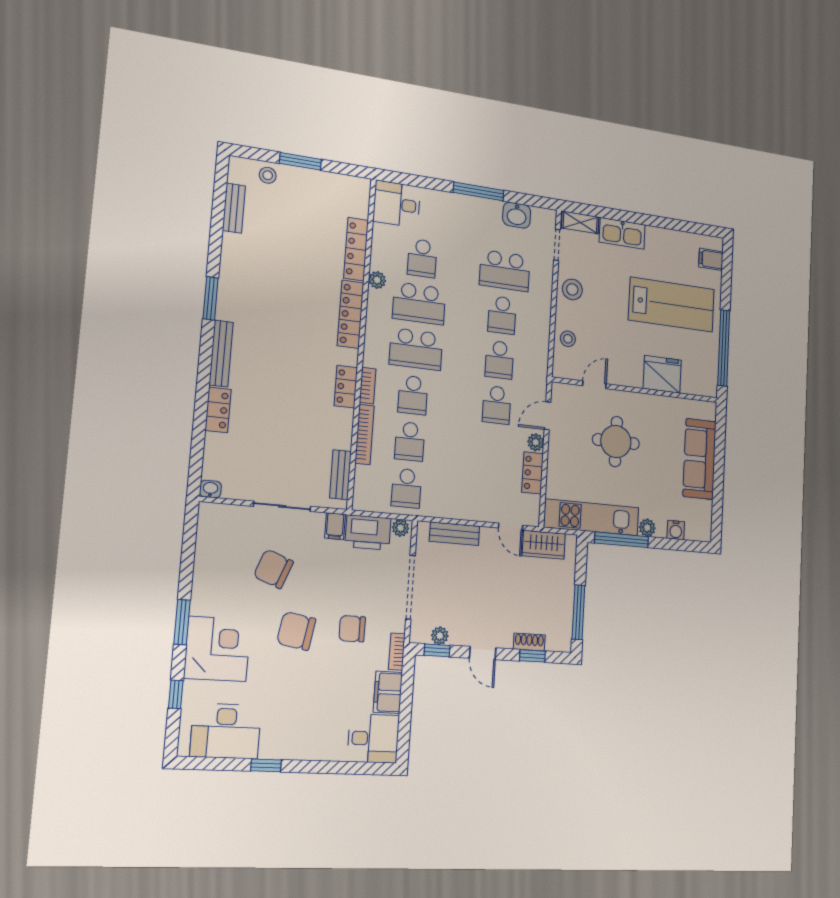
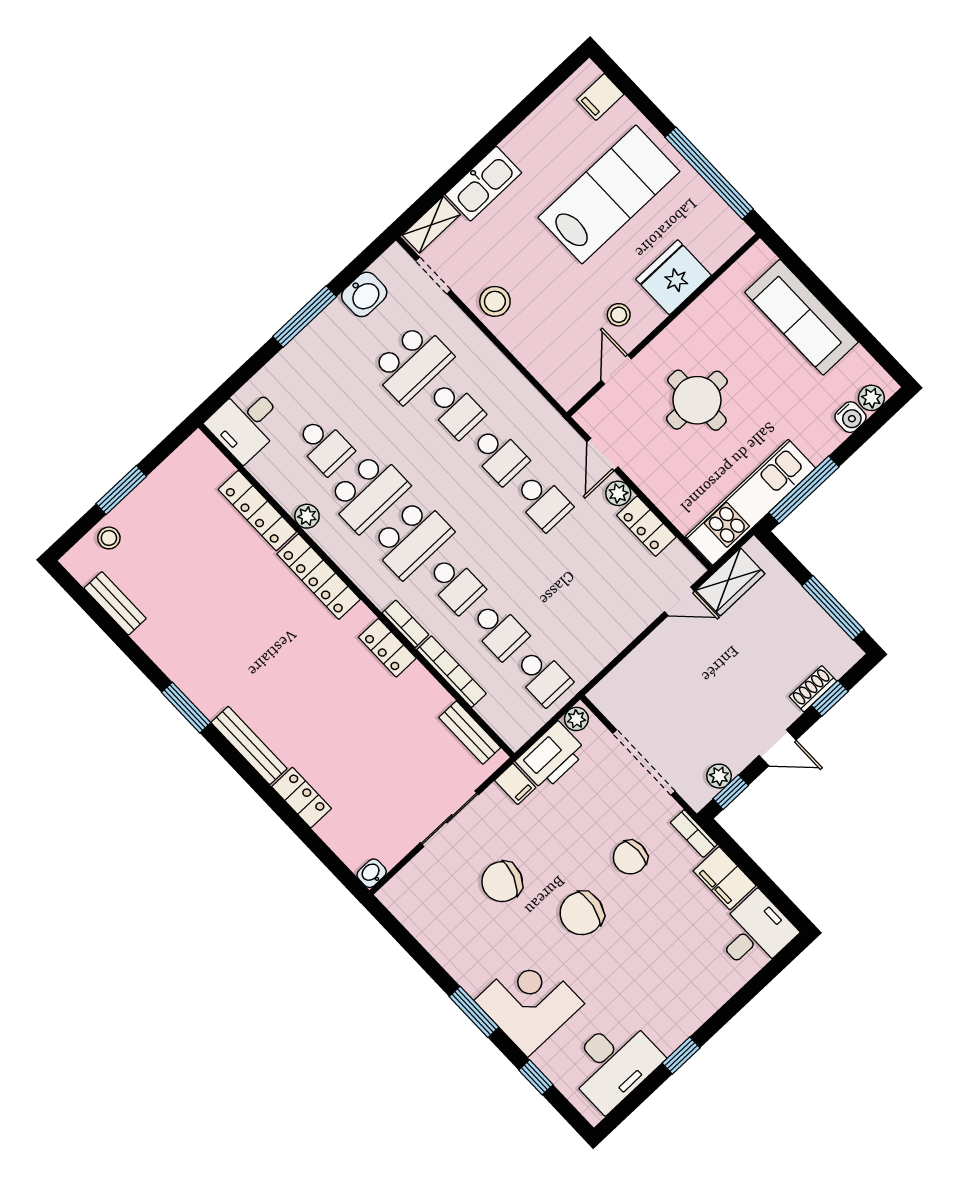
stool: (568, 339) -> (619, 315), moved
plant: (647, 528) -> (871, 398), moved
bench: (455, 534) -> (633, 668), removed

